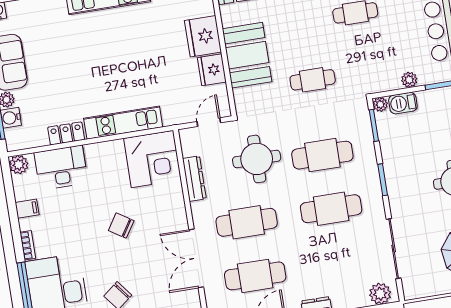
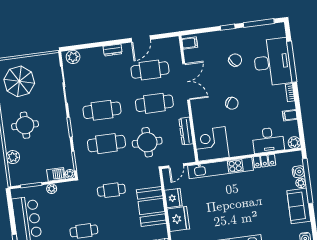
kitchen unit: (123, 123) -> (220, 168), width x1.36

